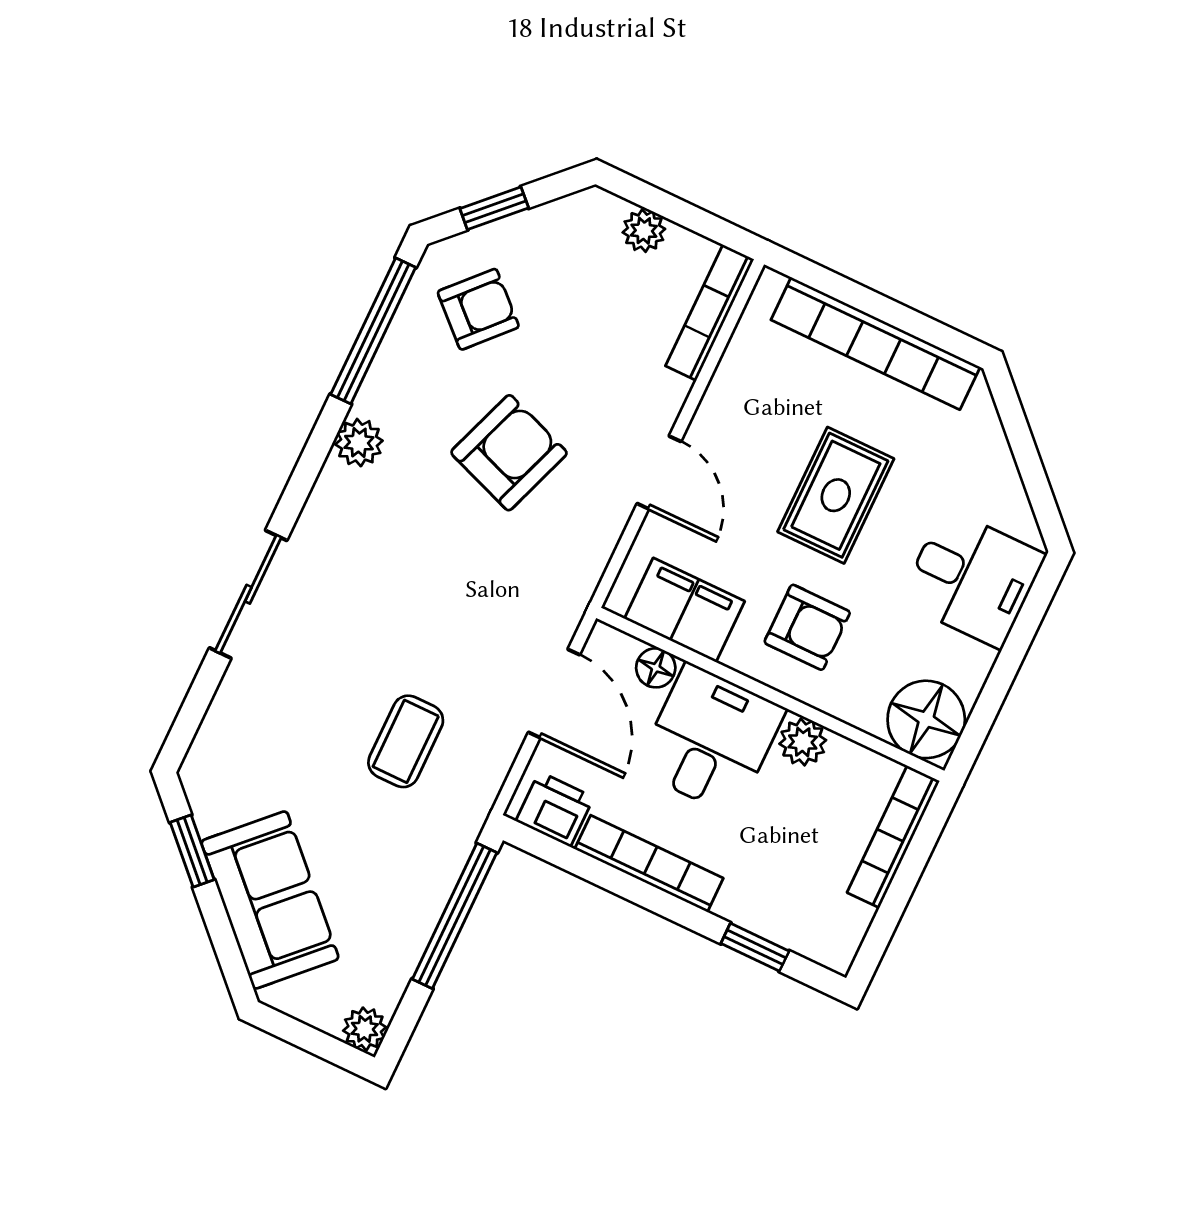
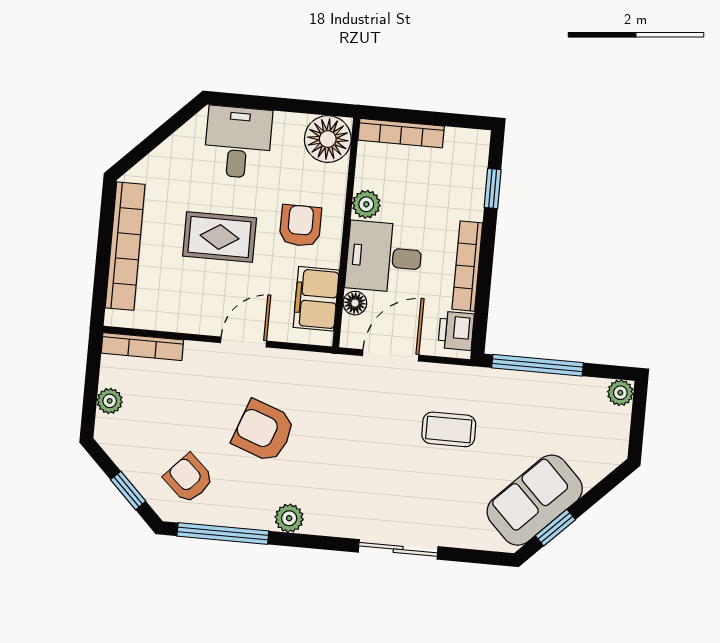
sofa: (270, 900) -> (535, 500), moved

